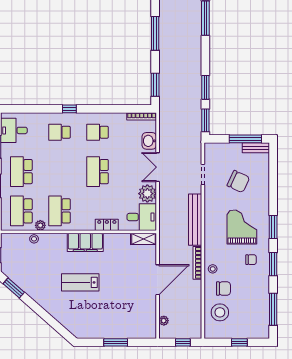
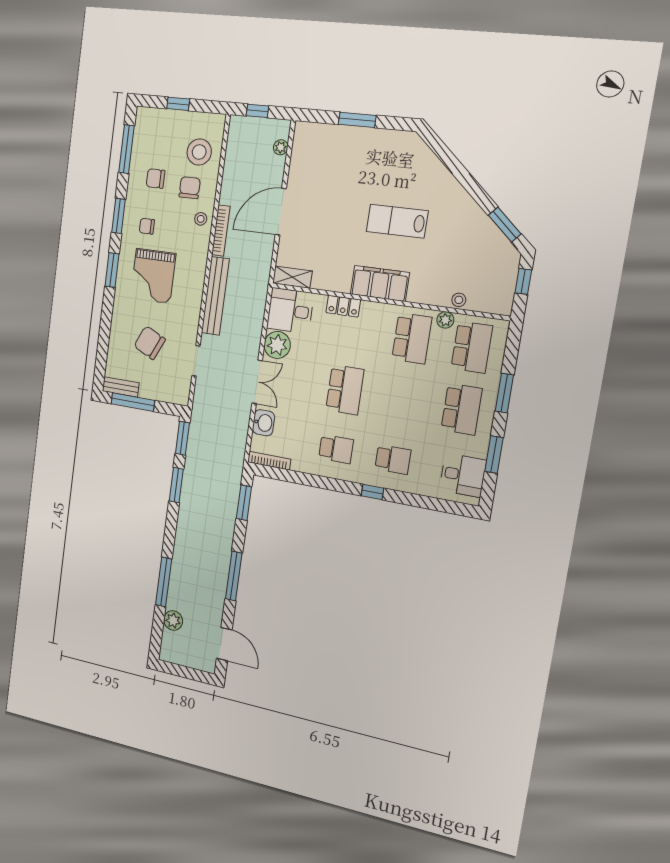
lab bench: (80, 282) -> (397, 221), turned 180
chair: (223, 288) -> (190, 188), turned 90
chair: (249, 292) -> (156, 179), added

